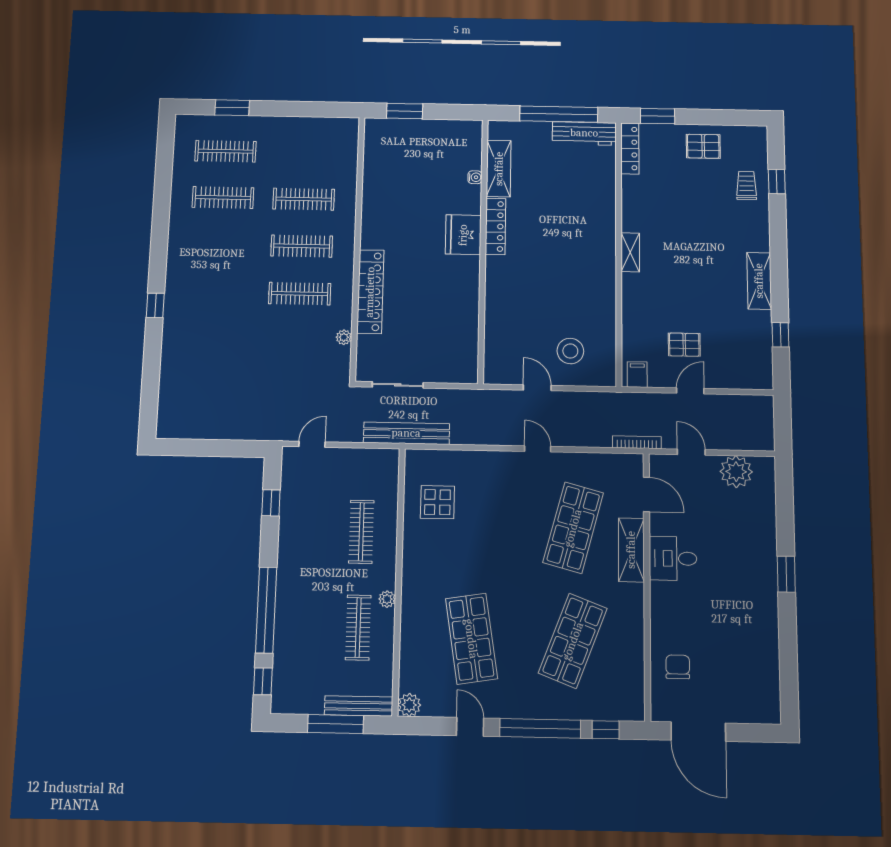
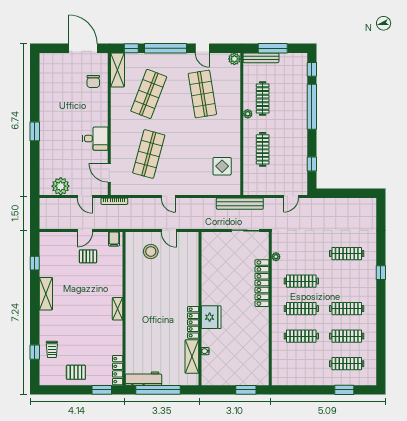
clothes rail: (220, 244) -> (347, 309), added
clothes rail: (215, 340) -> (347, 254), added
shelving: (631, 550) -> (117, 70), moved

